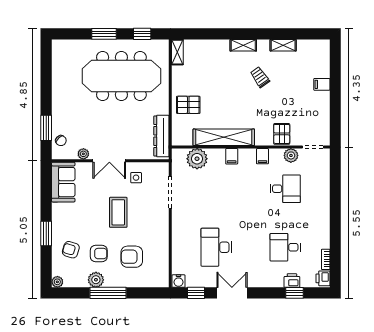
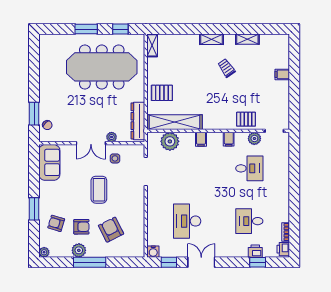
pallet: (282, 134) -> (246, 119), turned 90
shelving: (224, 137) -> (175, 122), moved
plant: (83, 154) -> (112, 137), moved
armchair: (132, 257) -> (111, 230), turned 63

